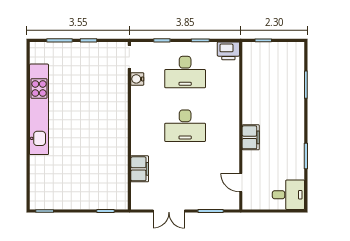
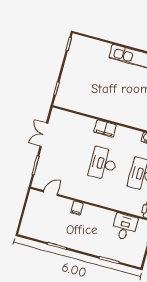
filing cabinet: (251, 137) -> (77, 208), width x0.50
filing cabinet: (140, 169) -> (105, 129), moved
desk: (288, 195) -> (125, 227), moved, turned 180

